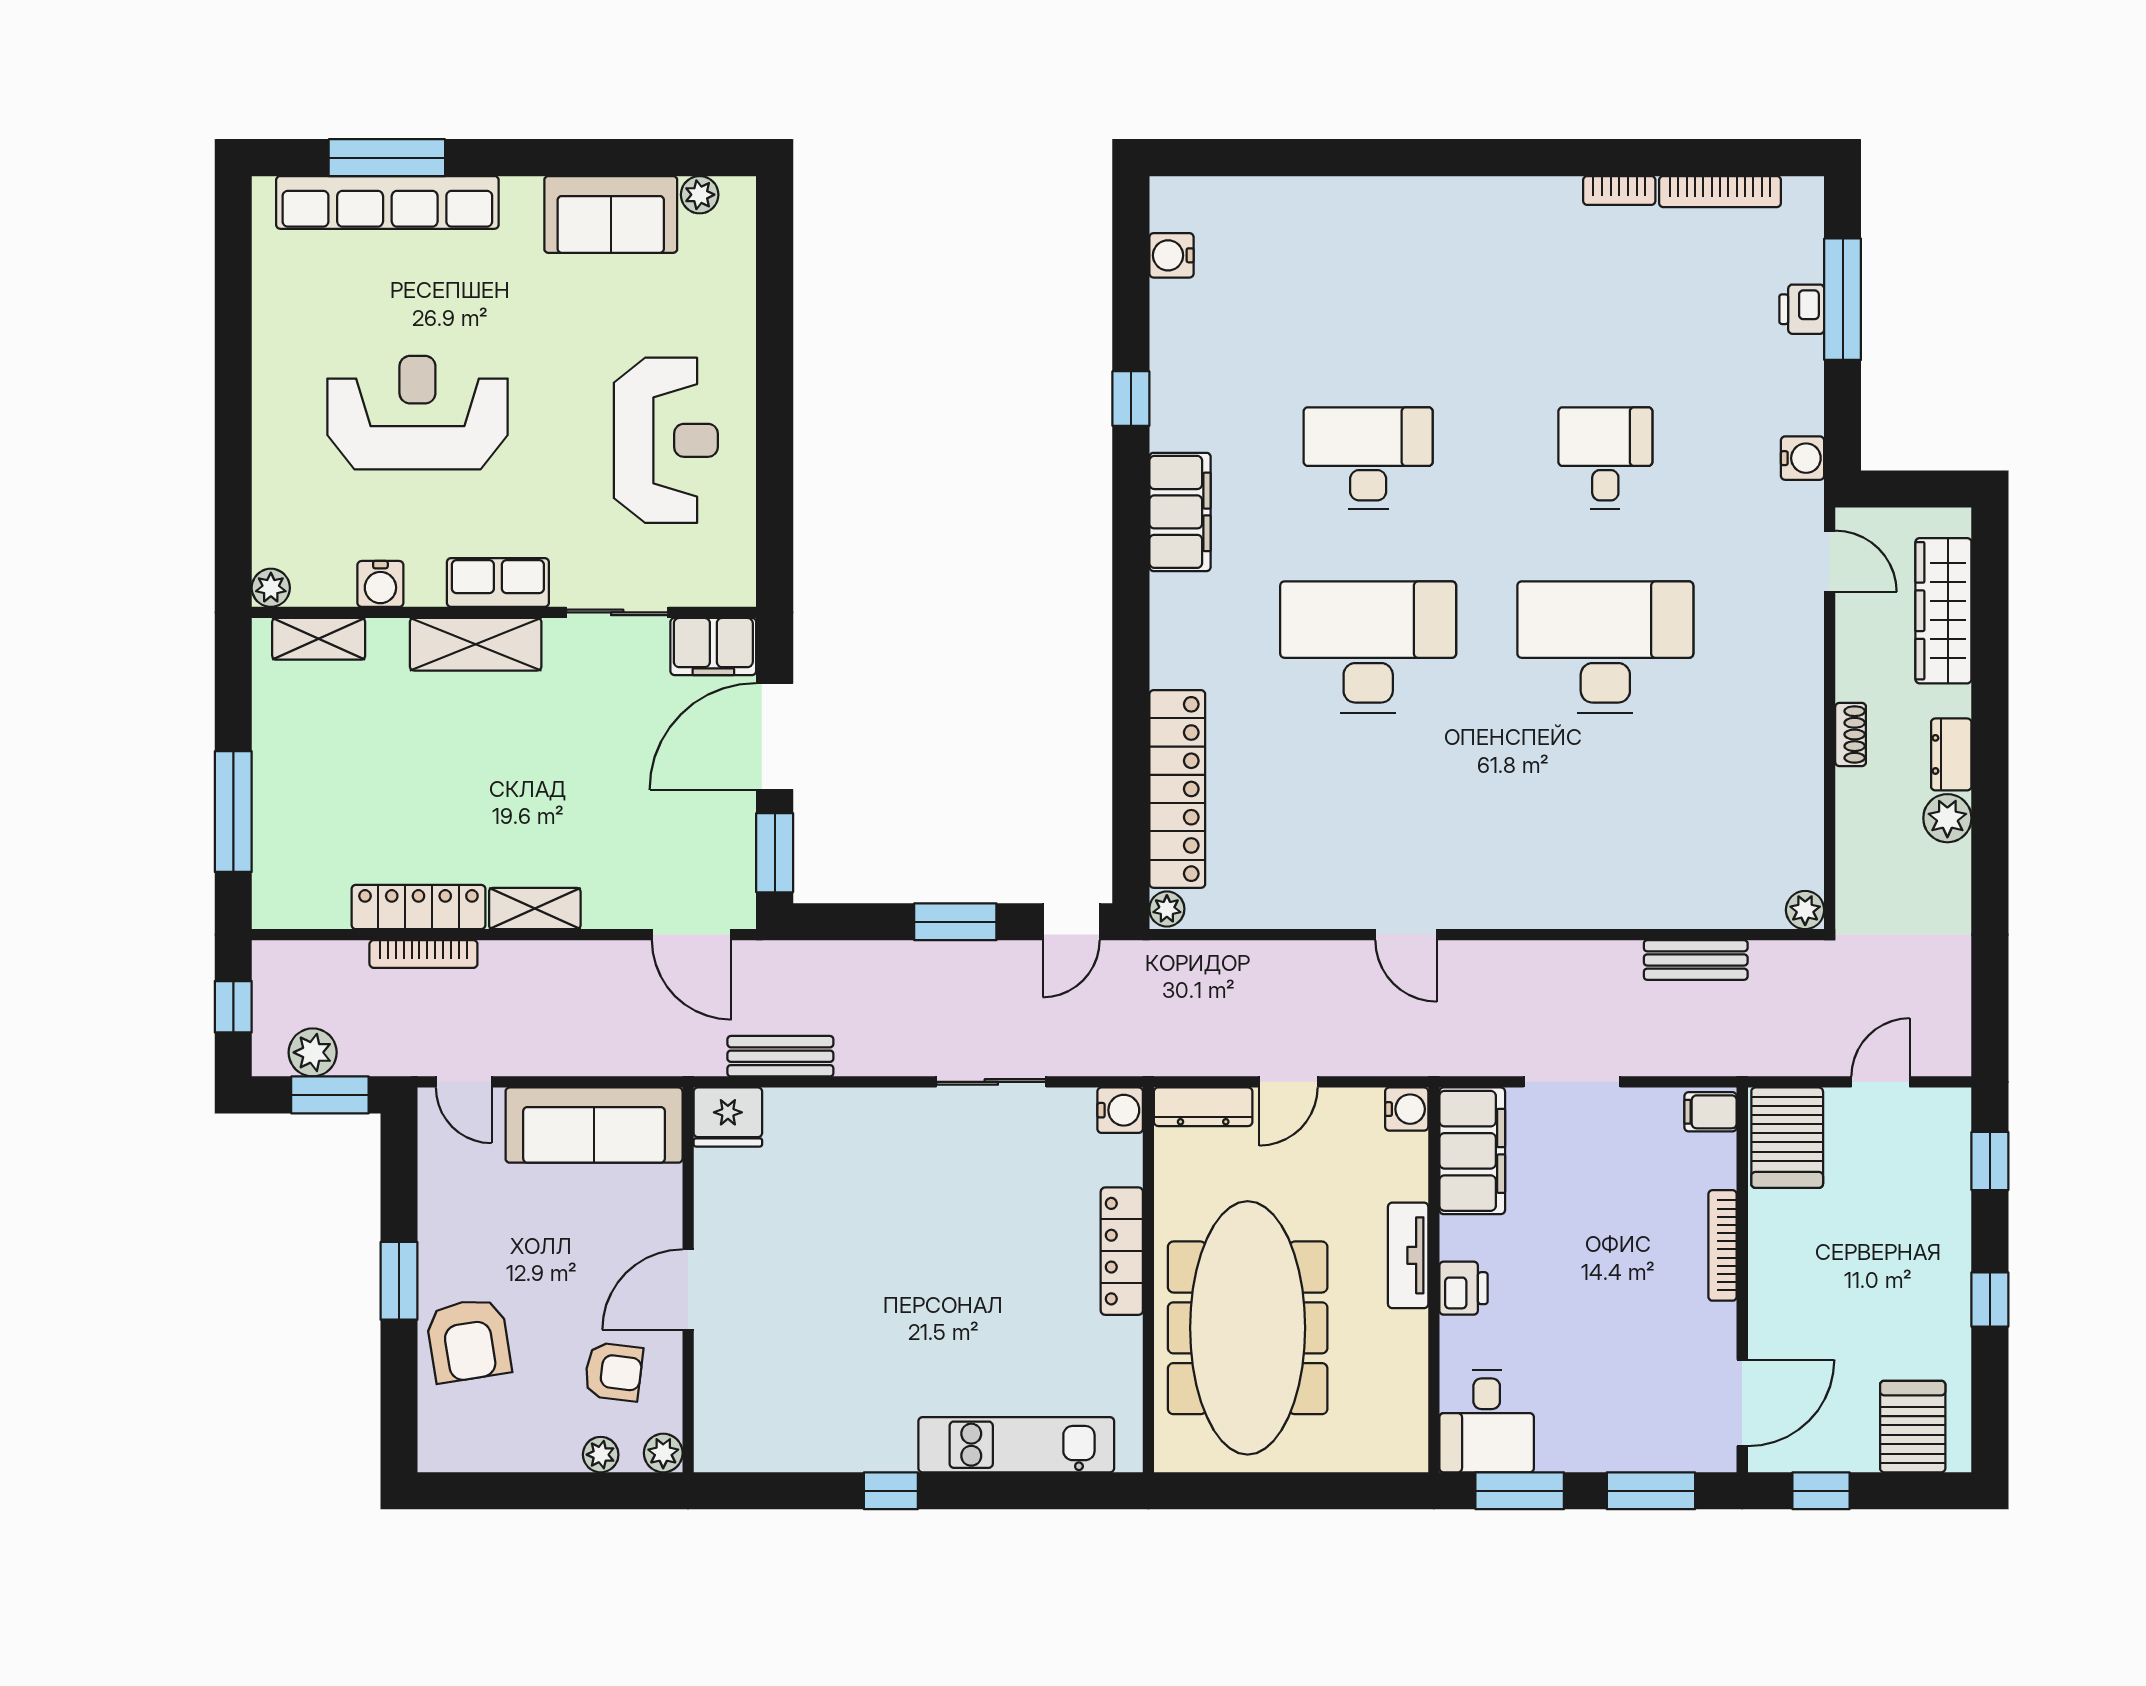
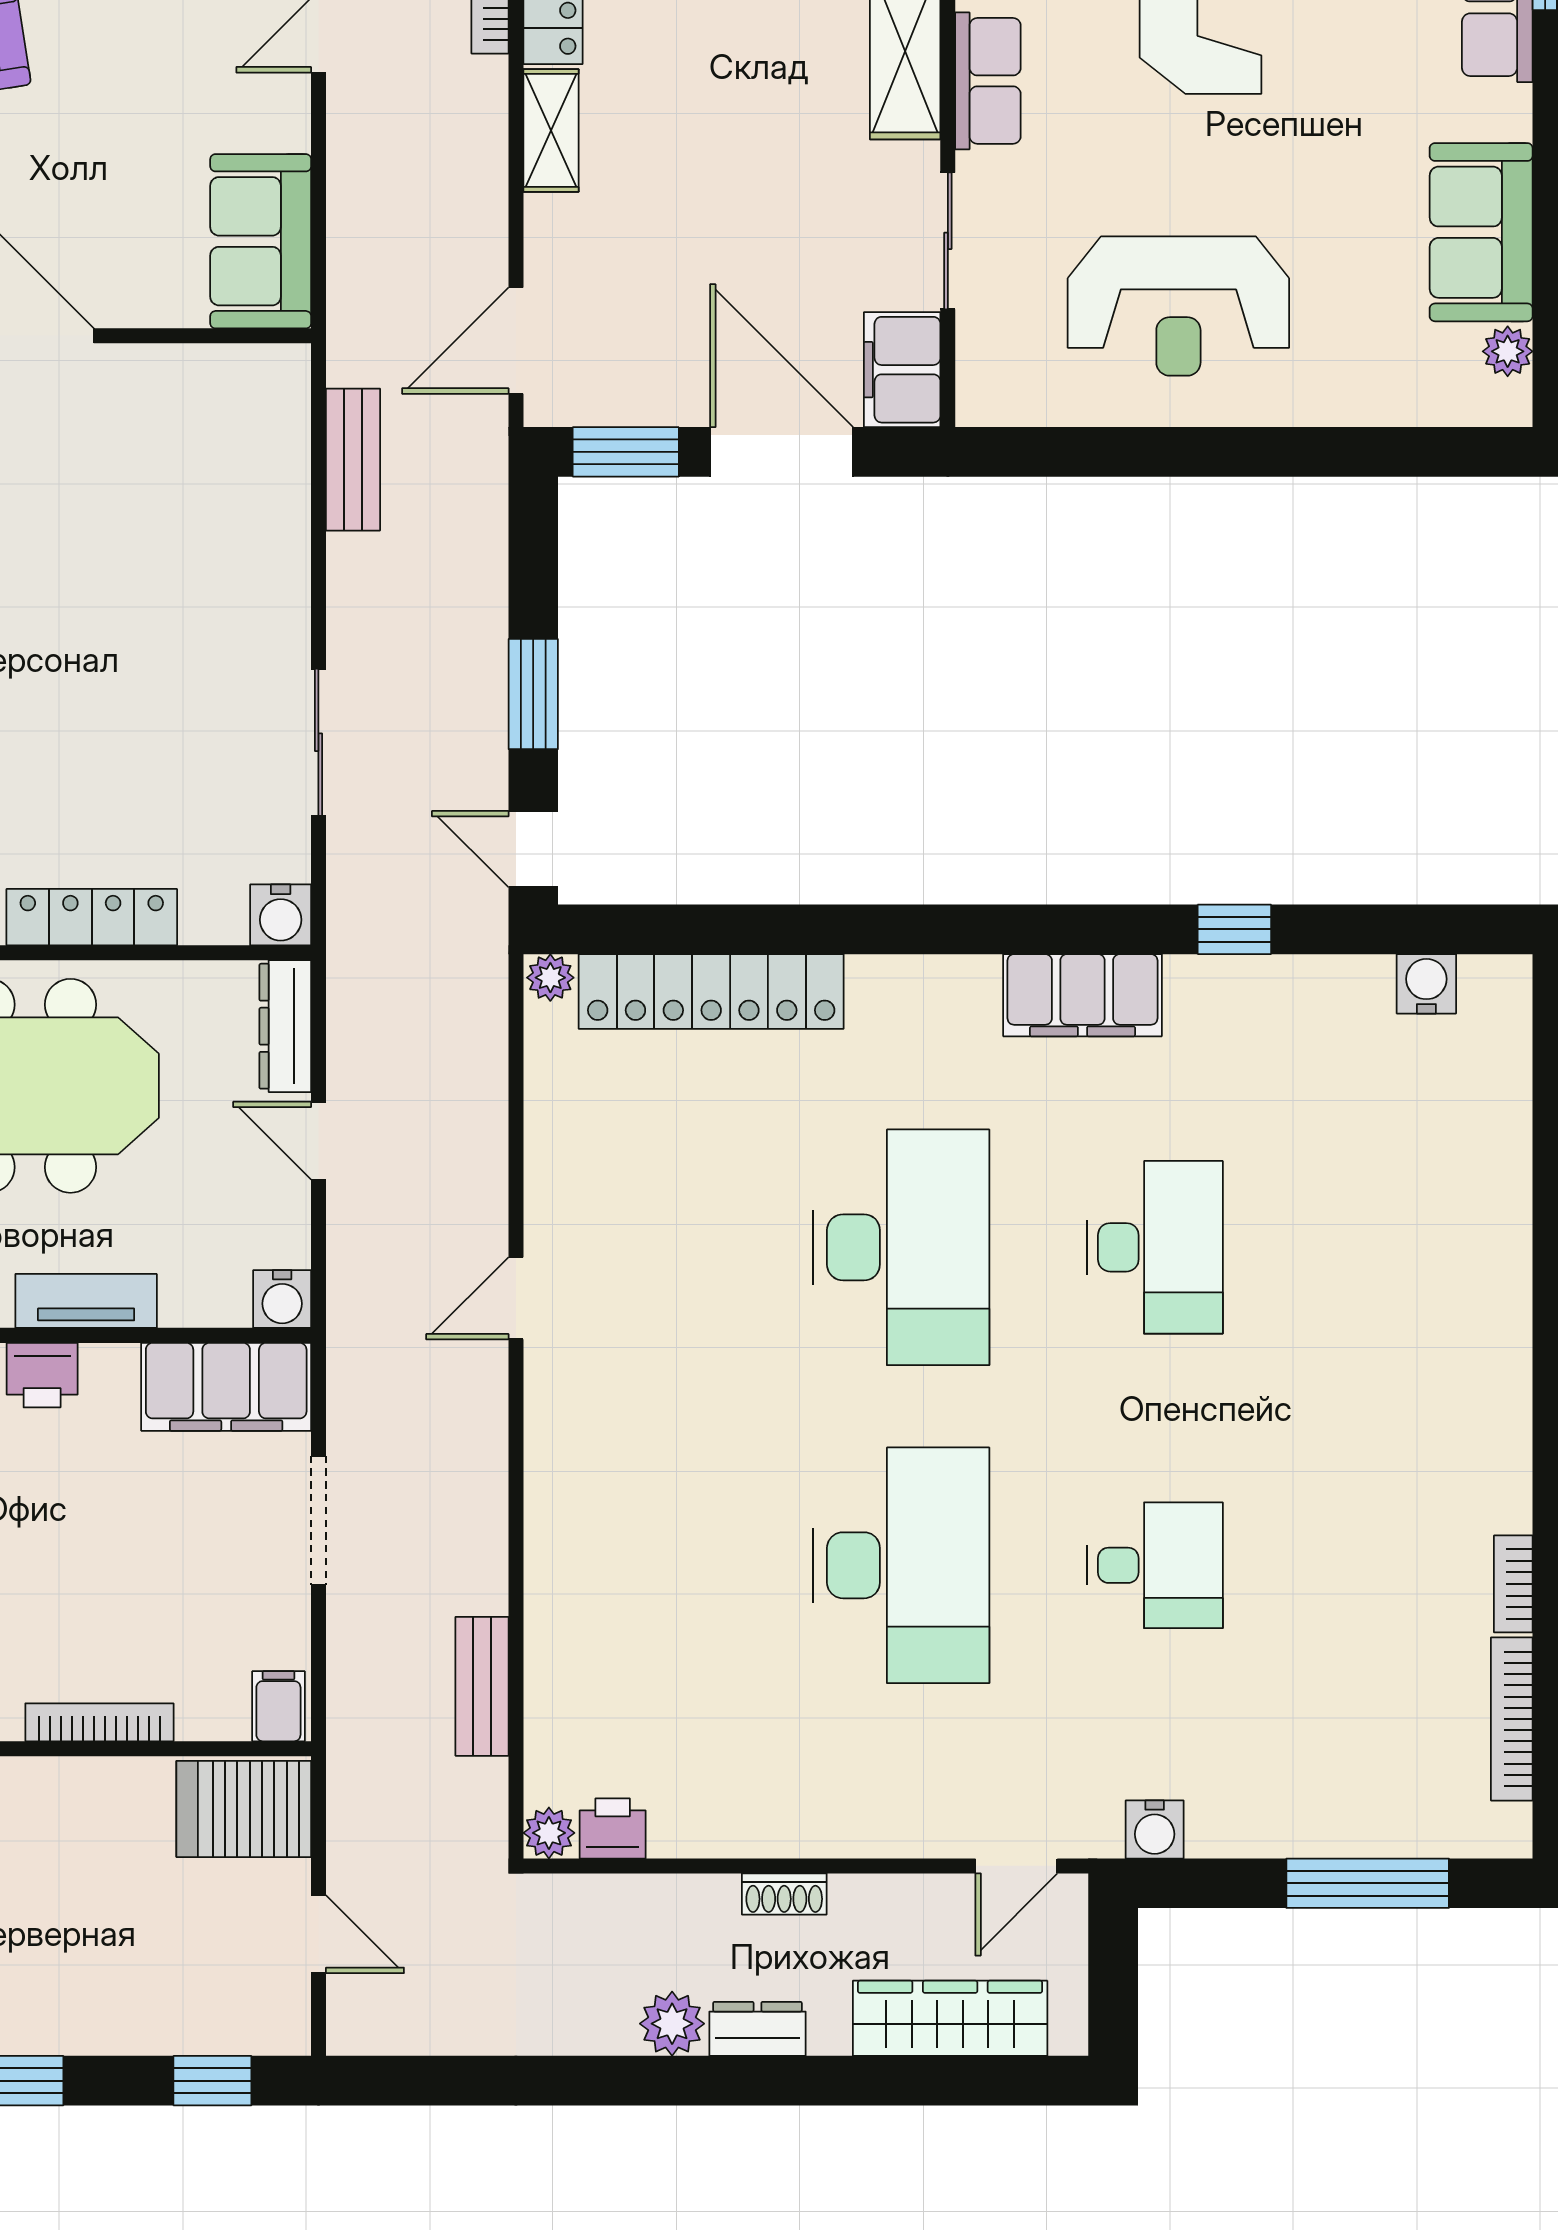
printer: (1802, 309) -> (613, 1828), moved
fridge: (728, 1117) -> (272, 389), removed
sofa: (594, 1125) -> (261, 241), width x0.73

